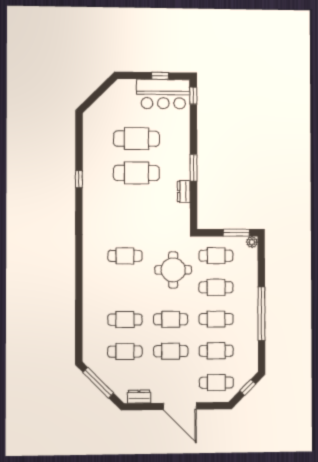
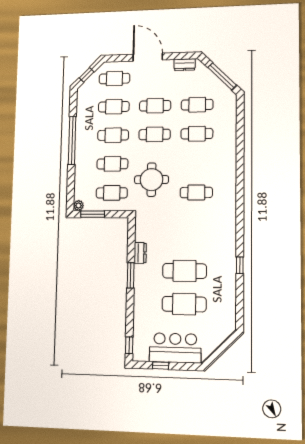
bar counter: (163, 94) -> (175, 348), moved

